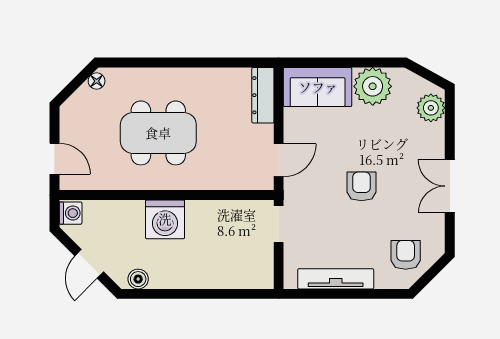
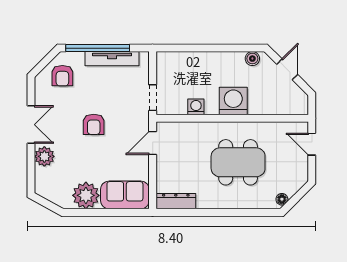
dresser: (263, 95) -> (176, 201), moved, turned -90
plant: (431, 108) -> (44, 156), moved
washing machine: (71, 213) -> (196, 107), moved, turned 90
window: (356, 294) -> (98, 48), added

